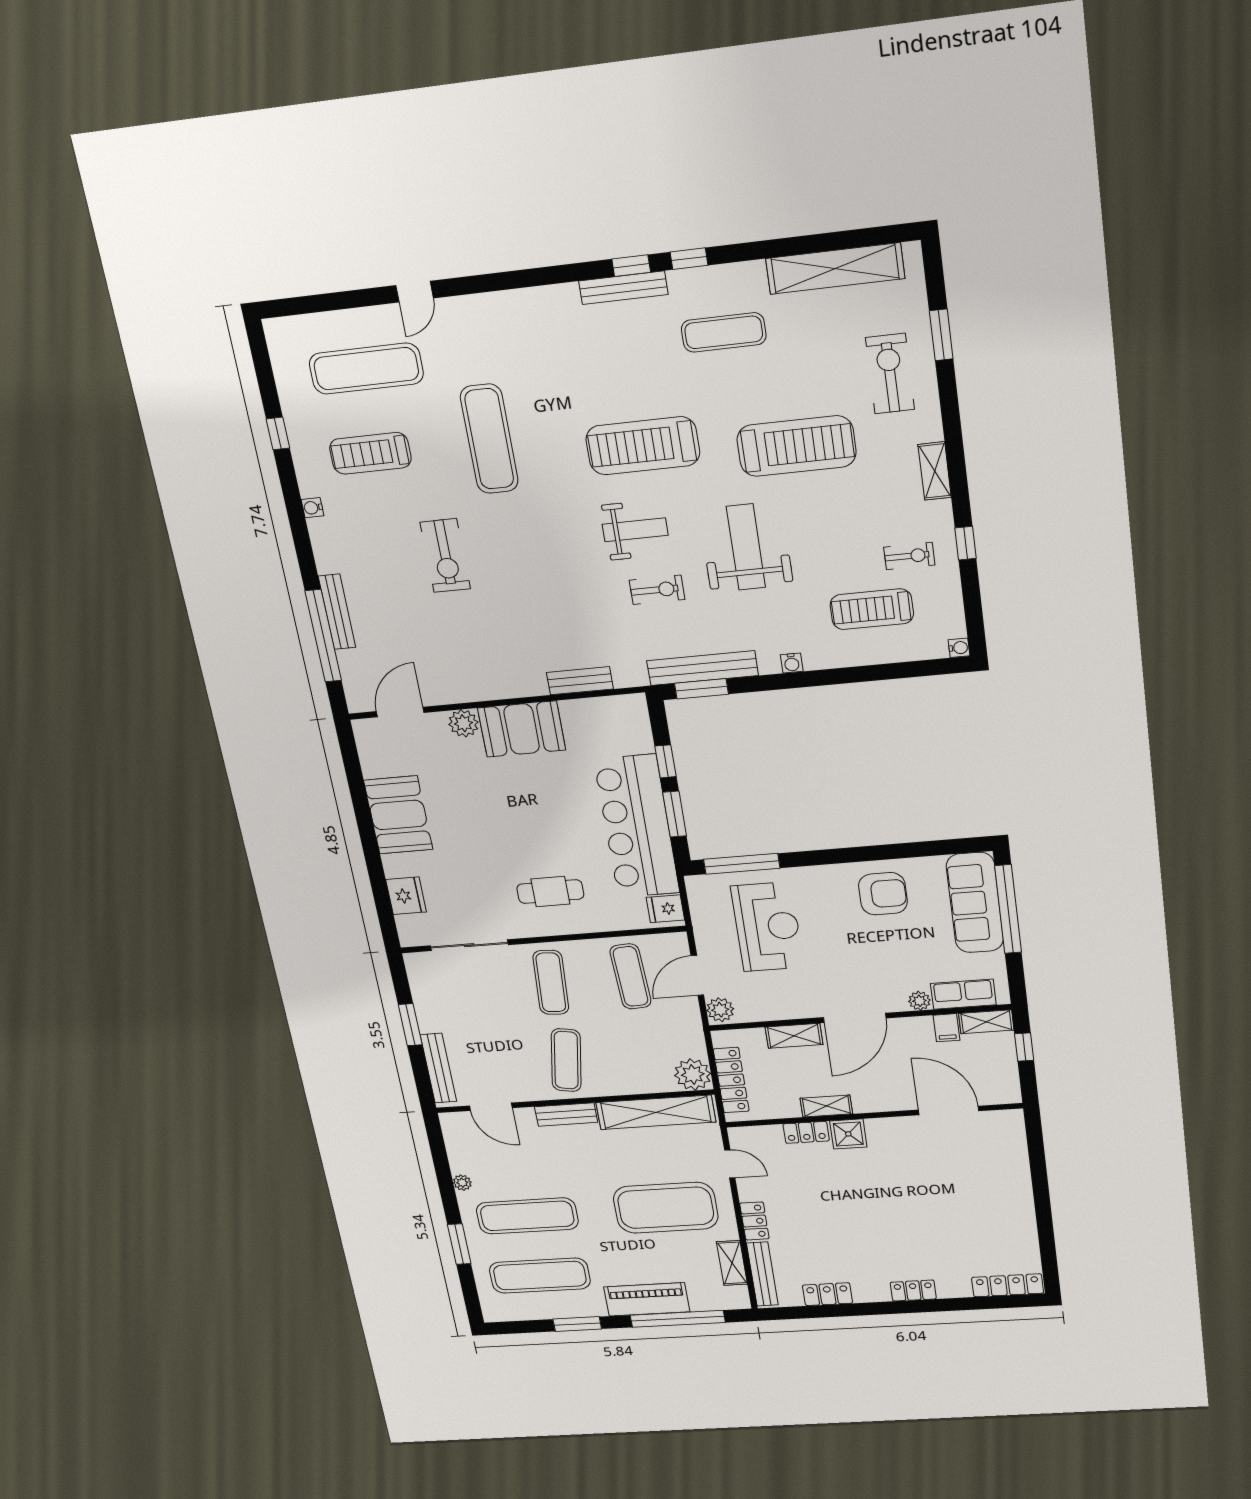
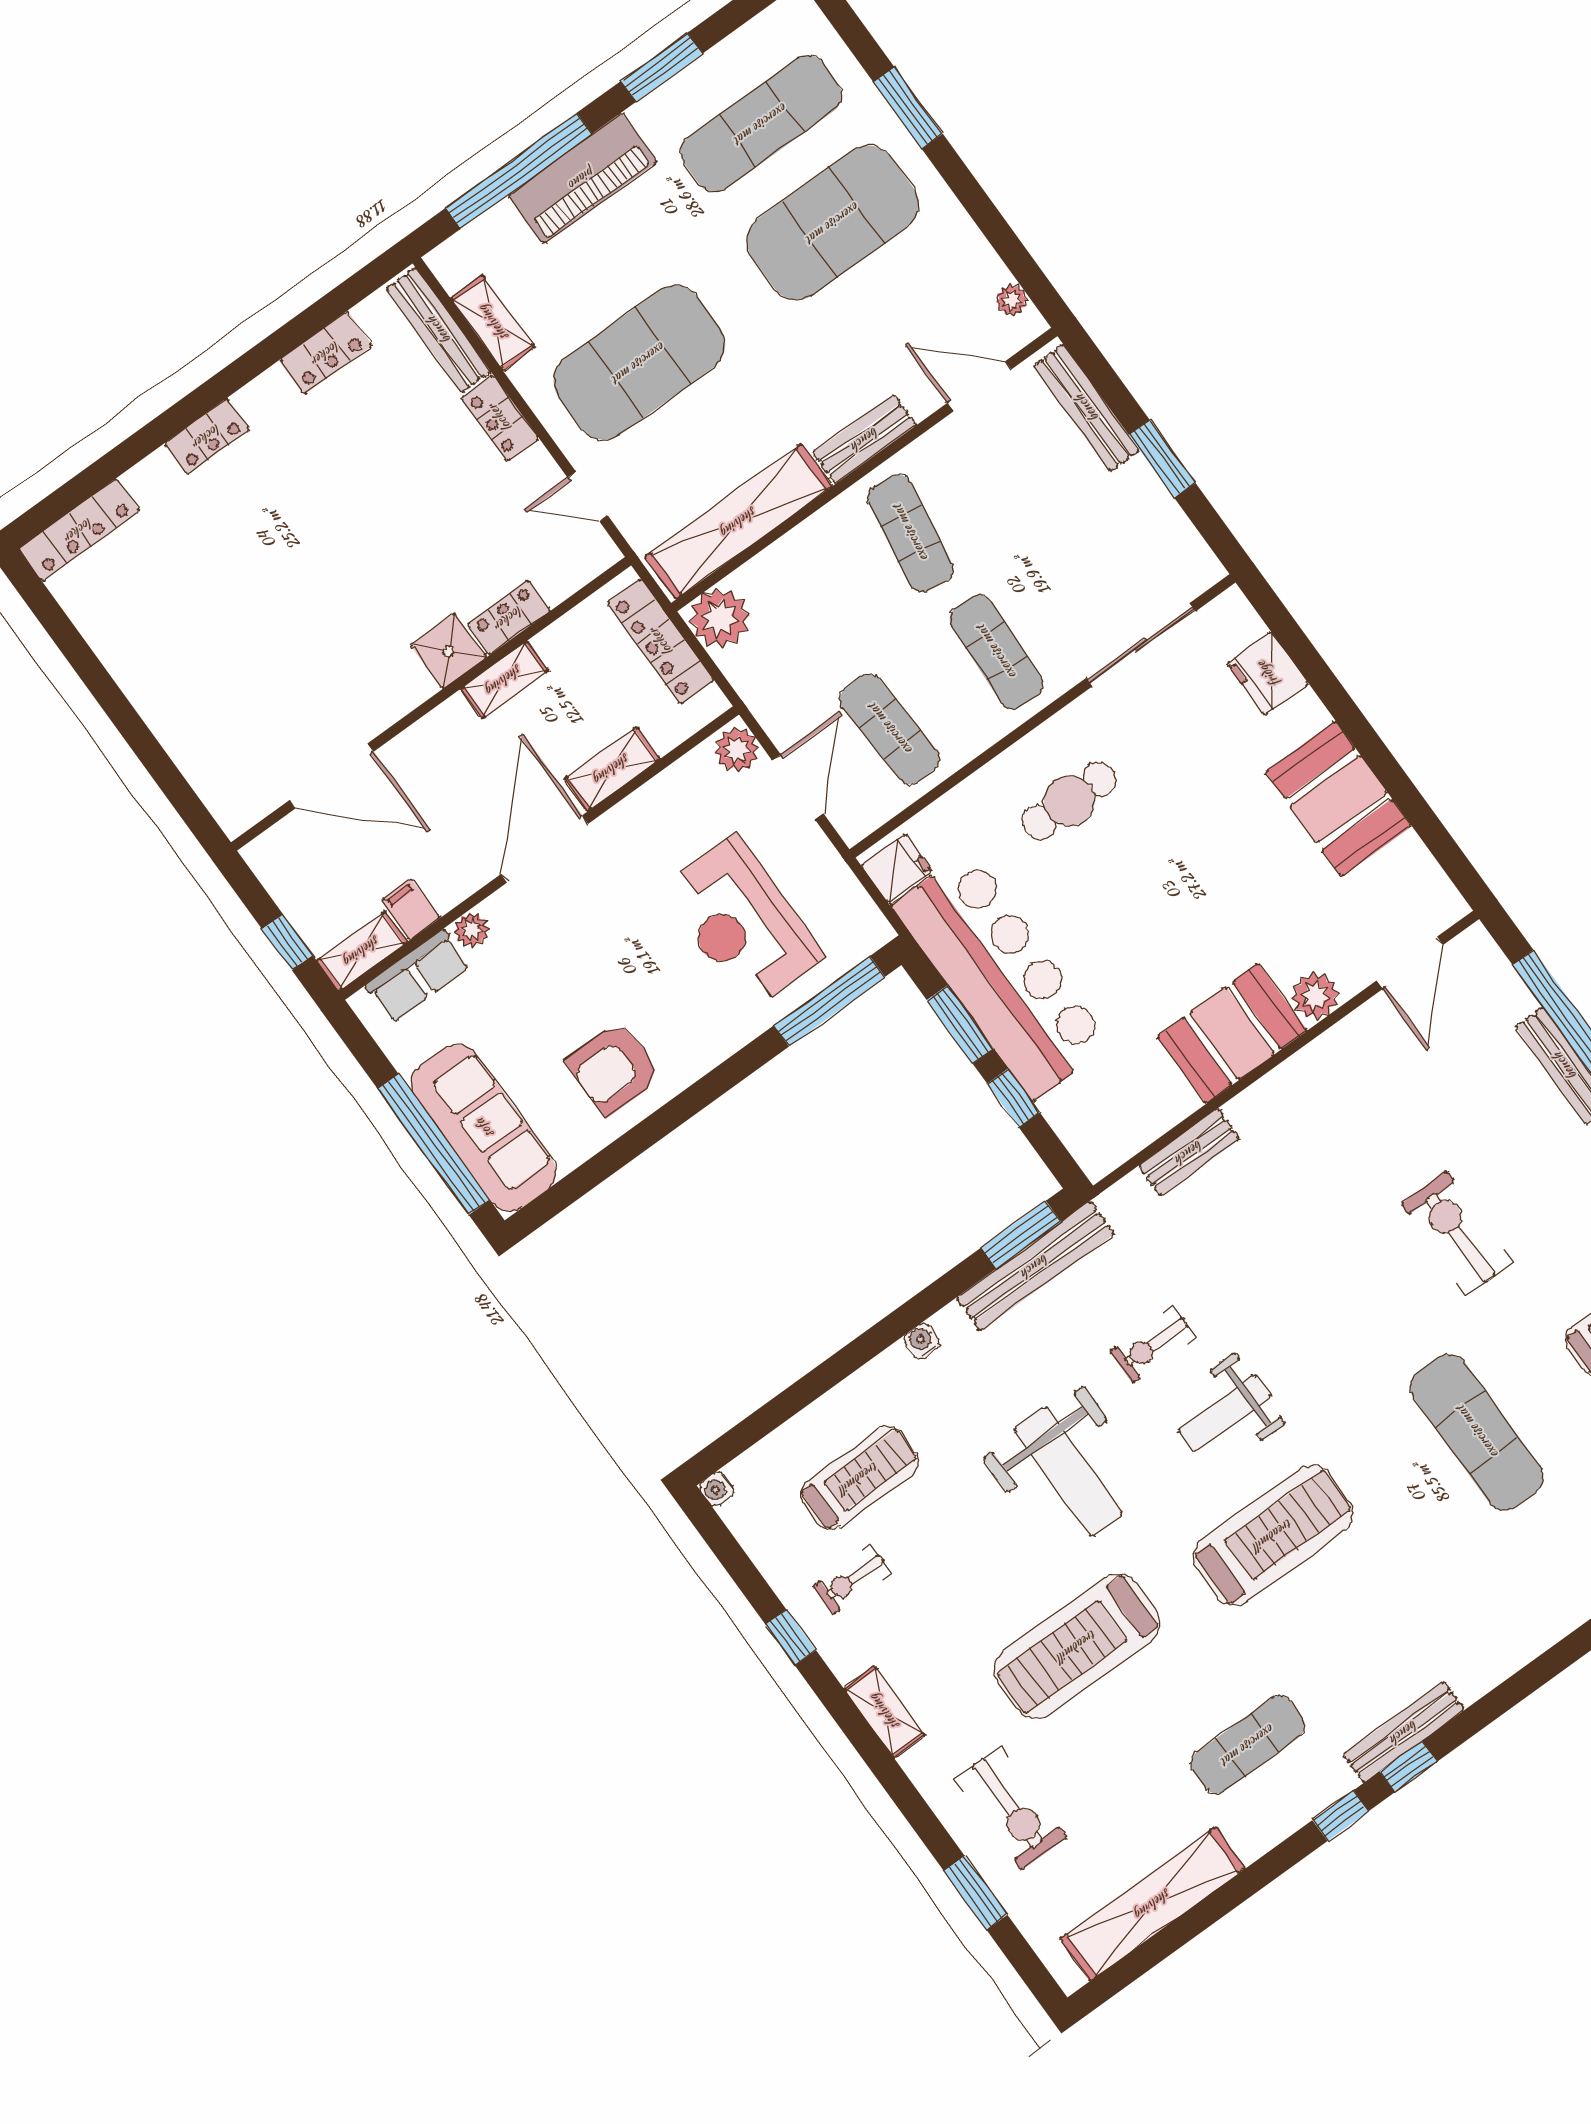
plant: (462, 1183) -> (1012, 300), moved
exercise mat: (527, 1216) -> (833, 223), width x1.47

